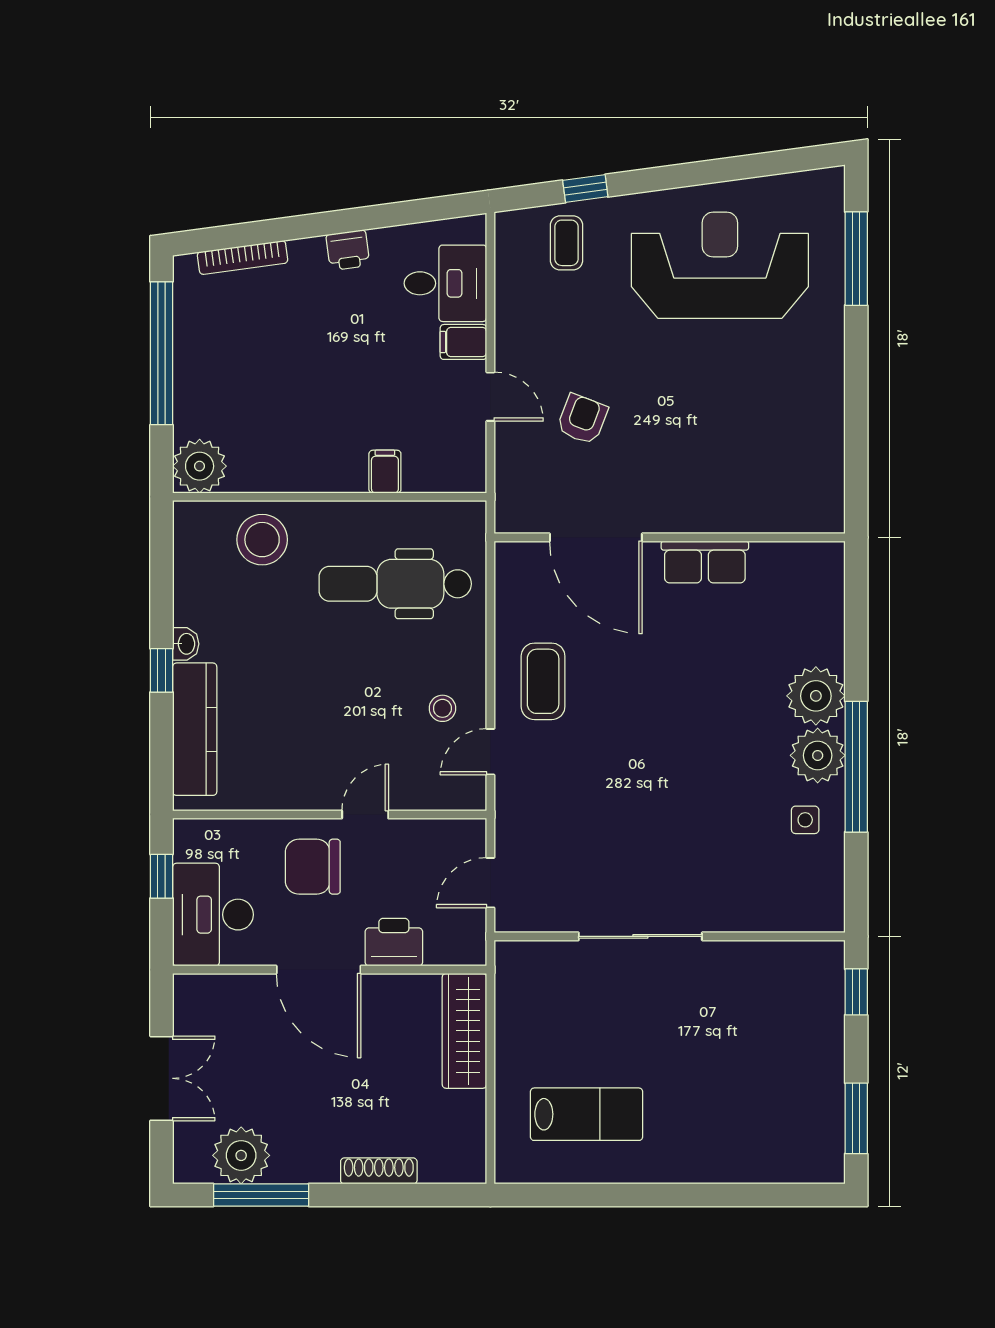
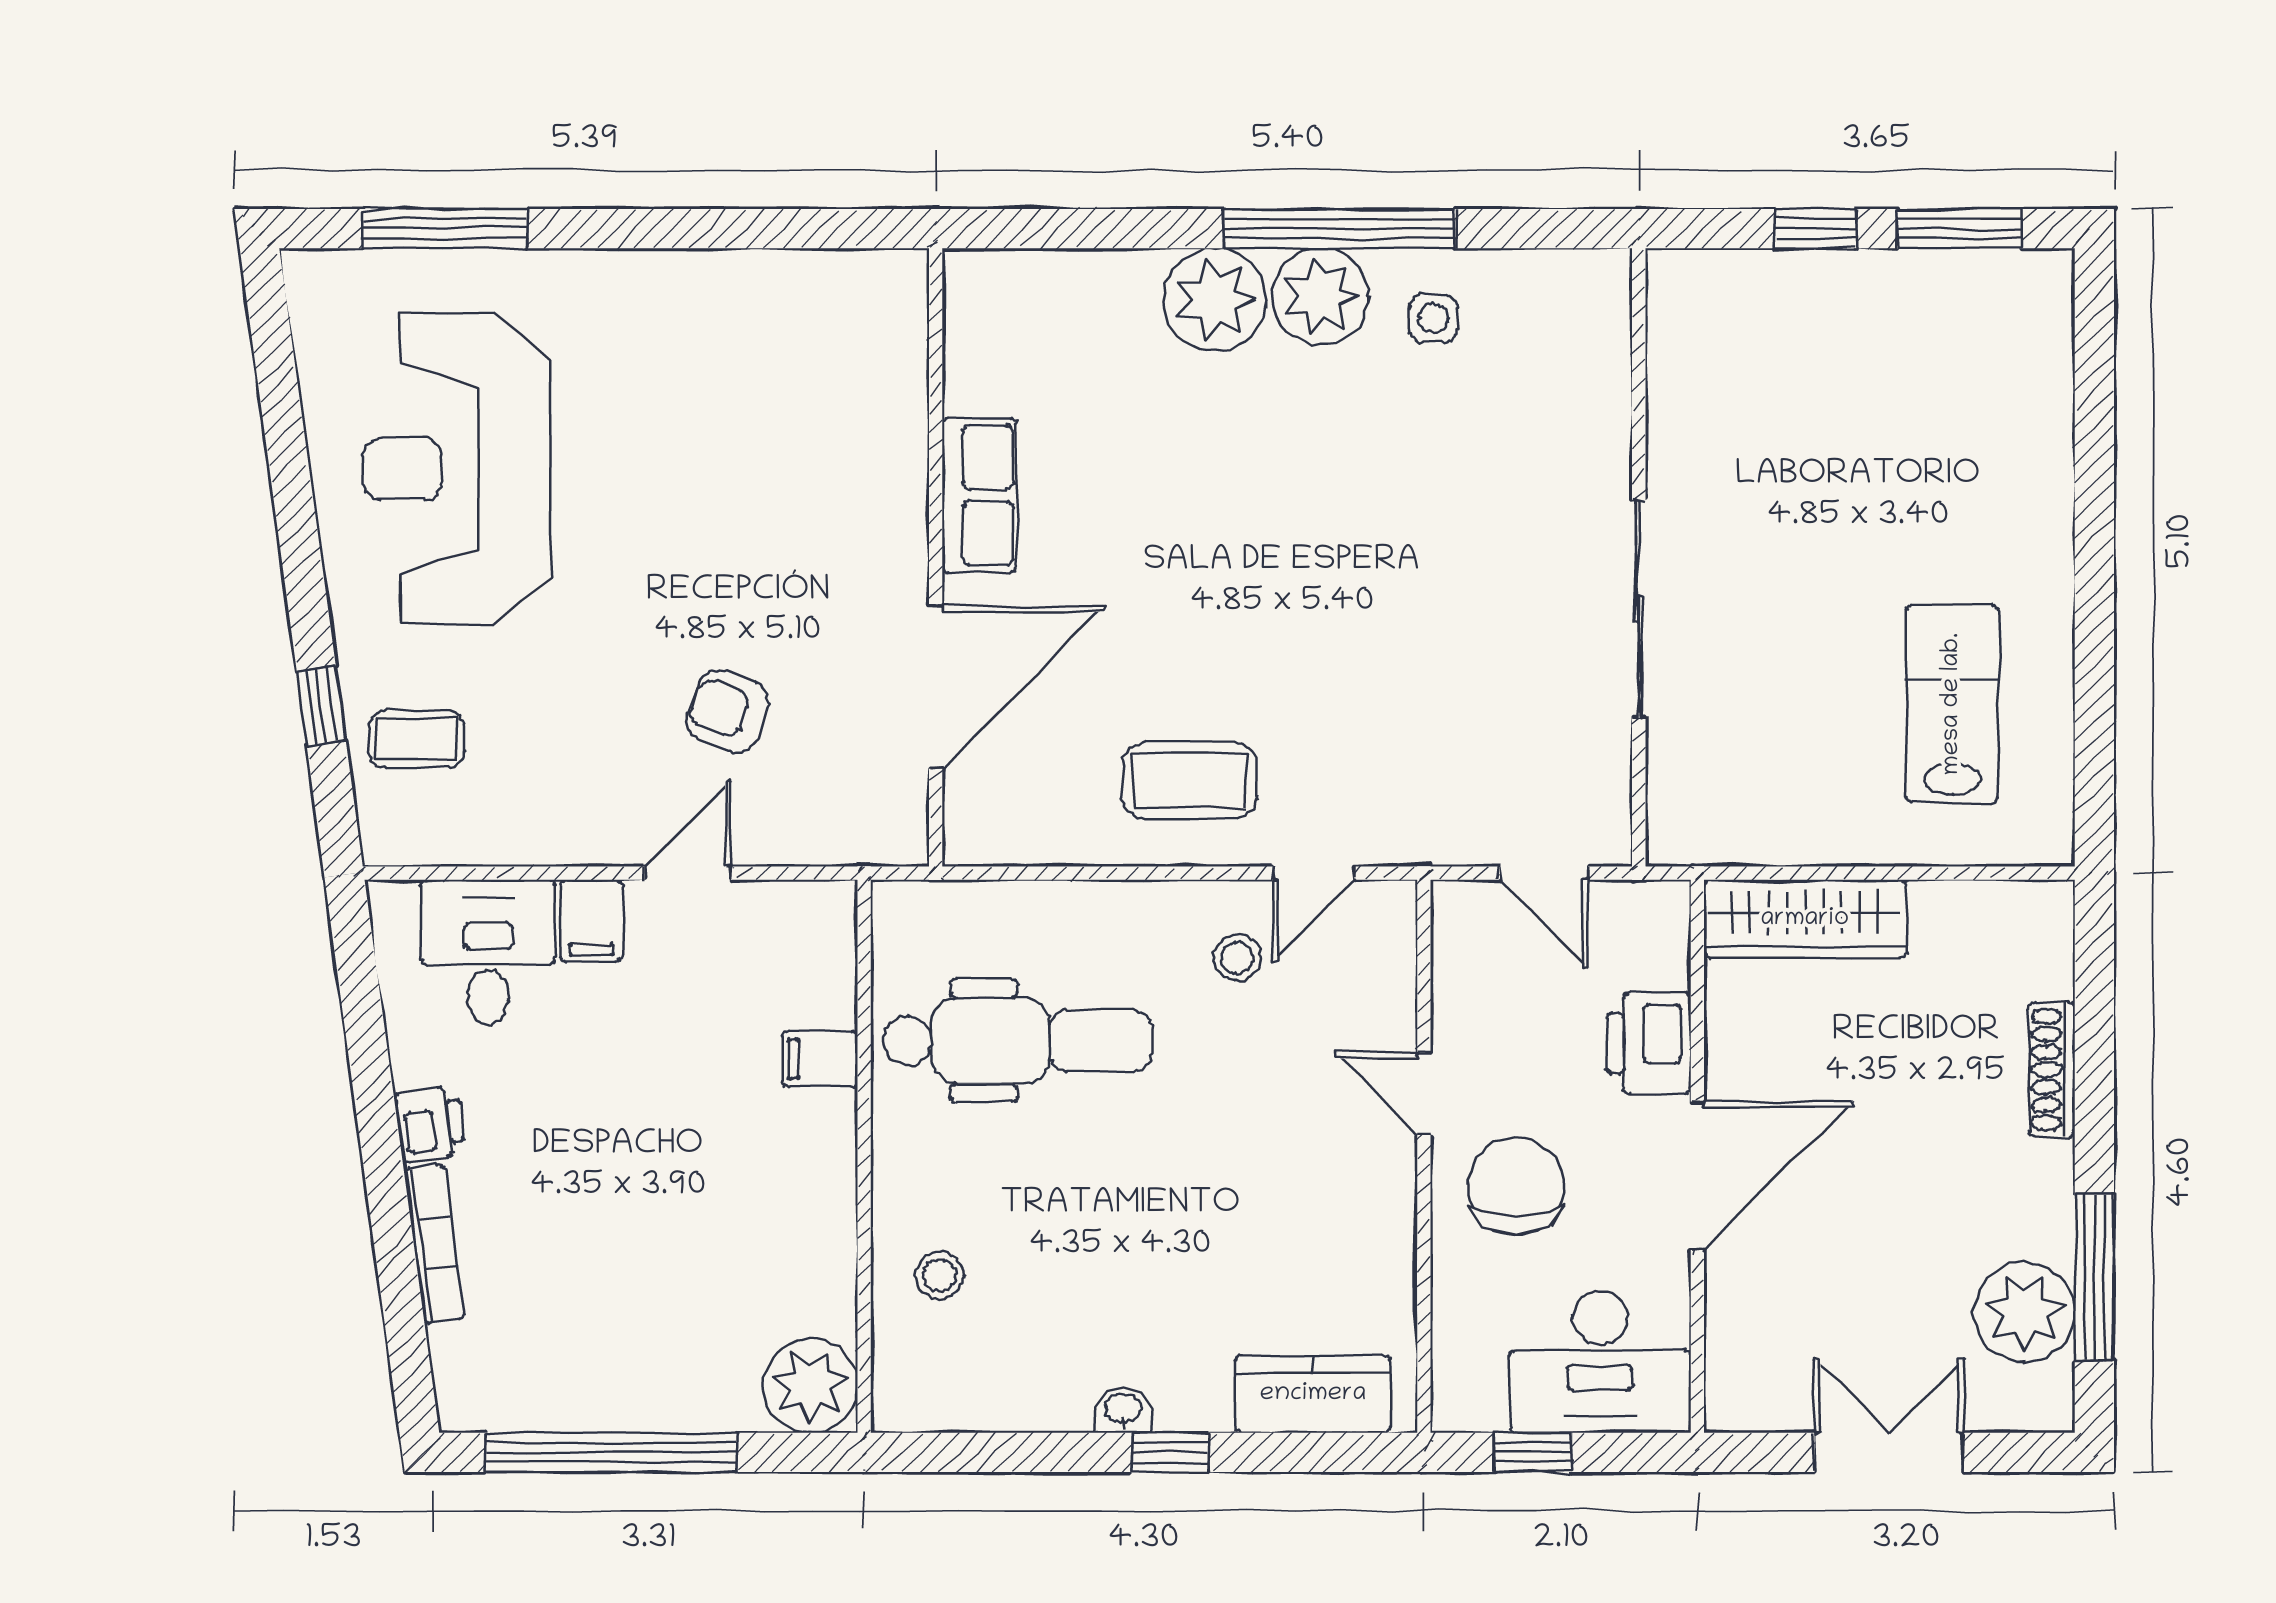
bookcase: (243, 258) -> (434, 1244), moved
stool: (262, 540) -> (940, 1275), width x0.53, depth x0.53
dental chair: (395, 584) -> (1018, 1041), turned -90
kitchen counter: (195, 729) -> (1313, 1394), width x0.67
door: (490, 752) -> (1313, 873), hinge flipped
chair: (313, 867) -> (1516, 1186), turned 180
window: (856, 992) -> (1815, 229), moved

